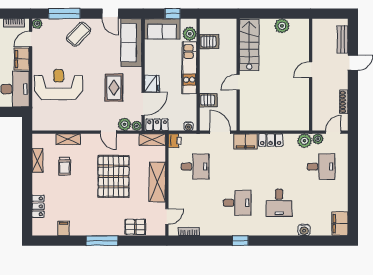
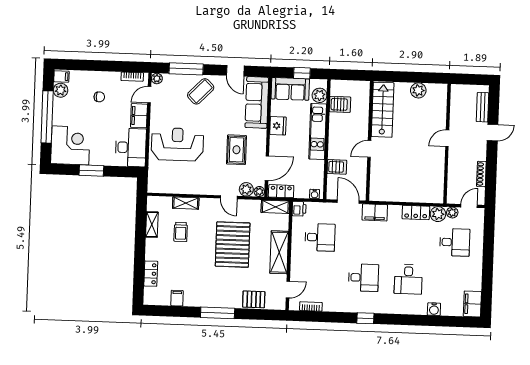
fridge: (152, 83) -> (278, 126), moved
locker: (271, 140) -> (416, 212), moved

